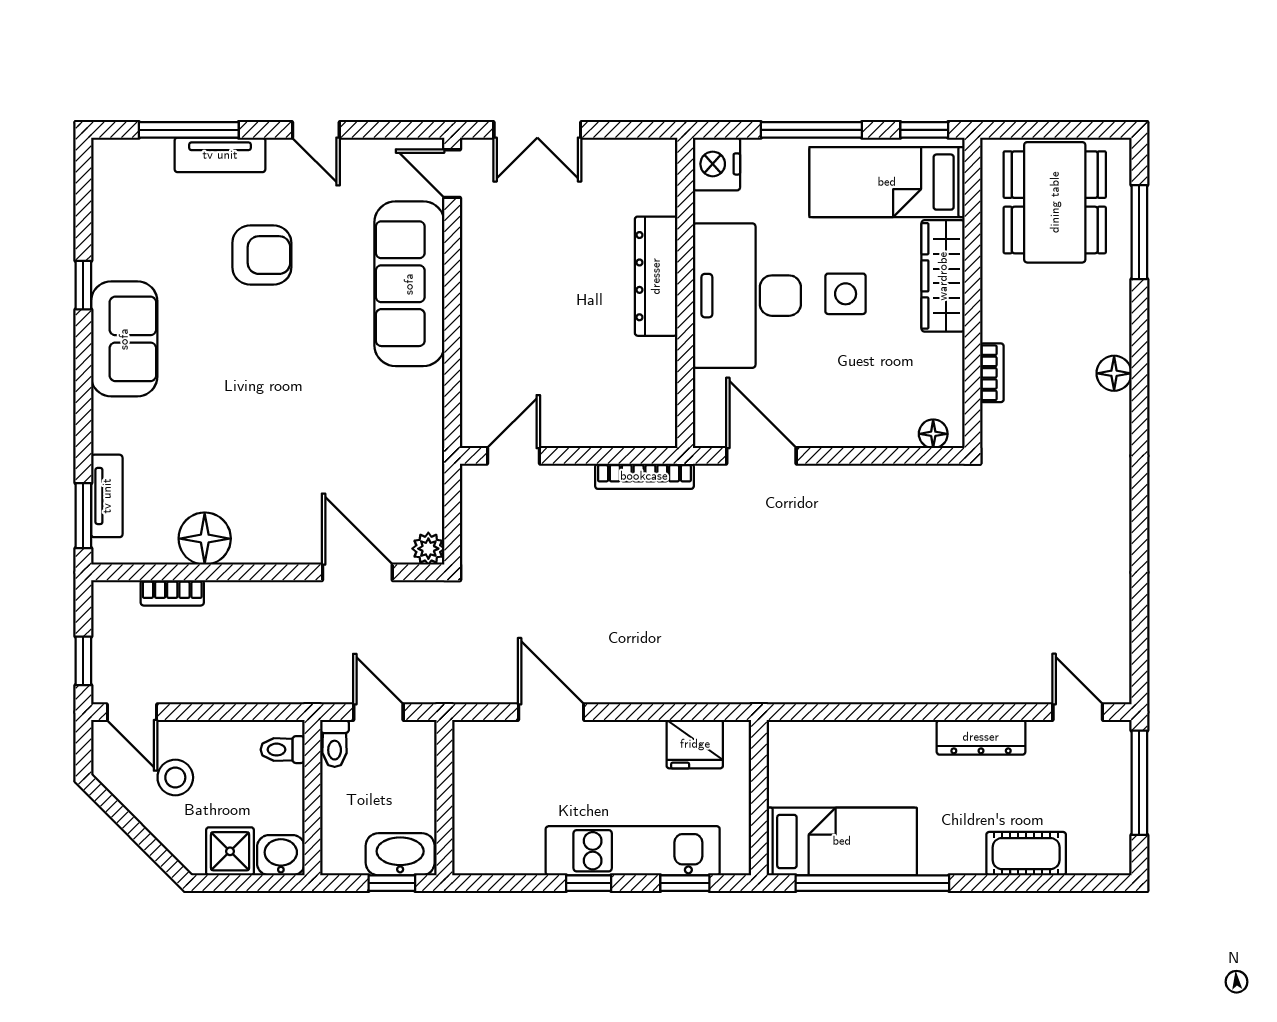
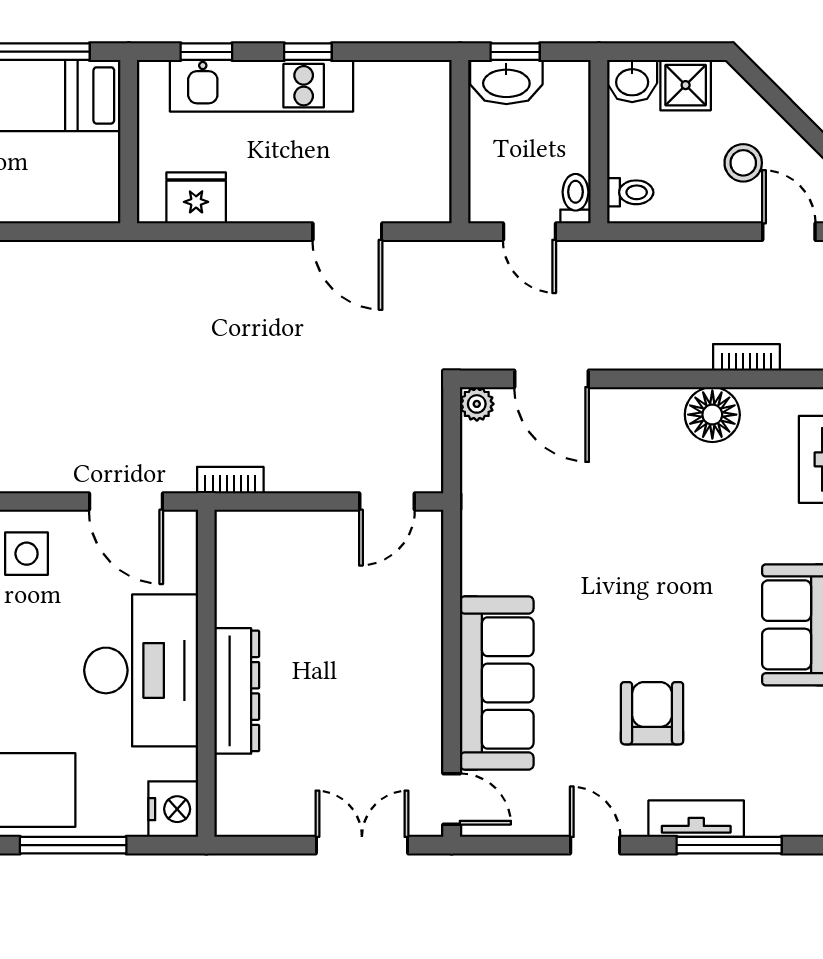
armchair: (262, 255) -> (652, 713), turned 90
side table: (846, 294) -> (27, 554), moved
bookcase: (644, 476) -> (230, 480), width x0.64

